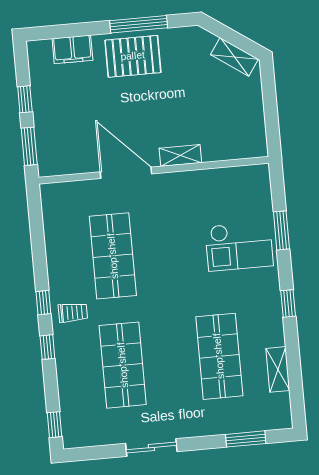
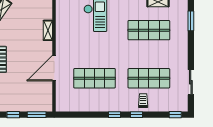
shelving: (180, 155) -> (48, 30), moved
trolley: (73, 313) -> (143, 101), moved
sliding door: (151, 448) -> (191, 82), moved

